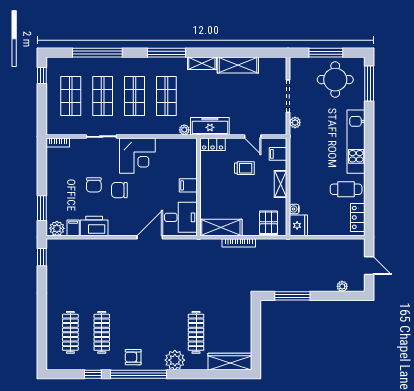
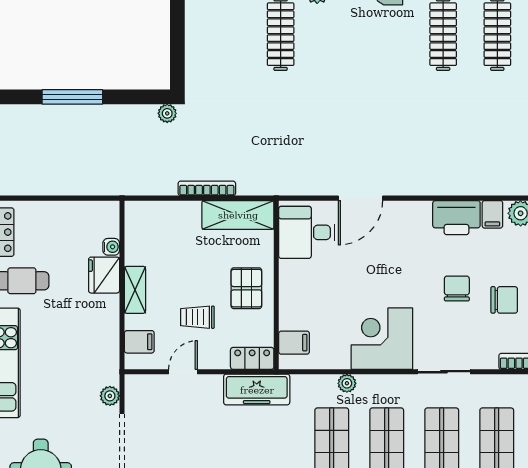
plant: (184, 130) -> (347, 383), moved
door: (253, 137) -> (183, 372), hinge flipped
filing cabinet: (188, 185) -> (294, 343), moved
chair: (119, 190) -> (504, 300), moved
pallet: (268, 223) -> (246, 288), moved
fridge: (298, 225) -> (104, 275), moved
plant: (342, 286) -> (167, 113), moved
window: (292, 296) -> (72, 97), moved

